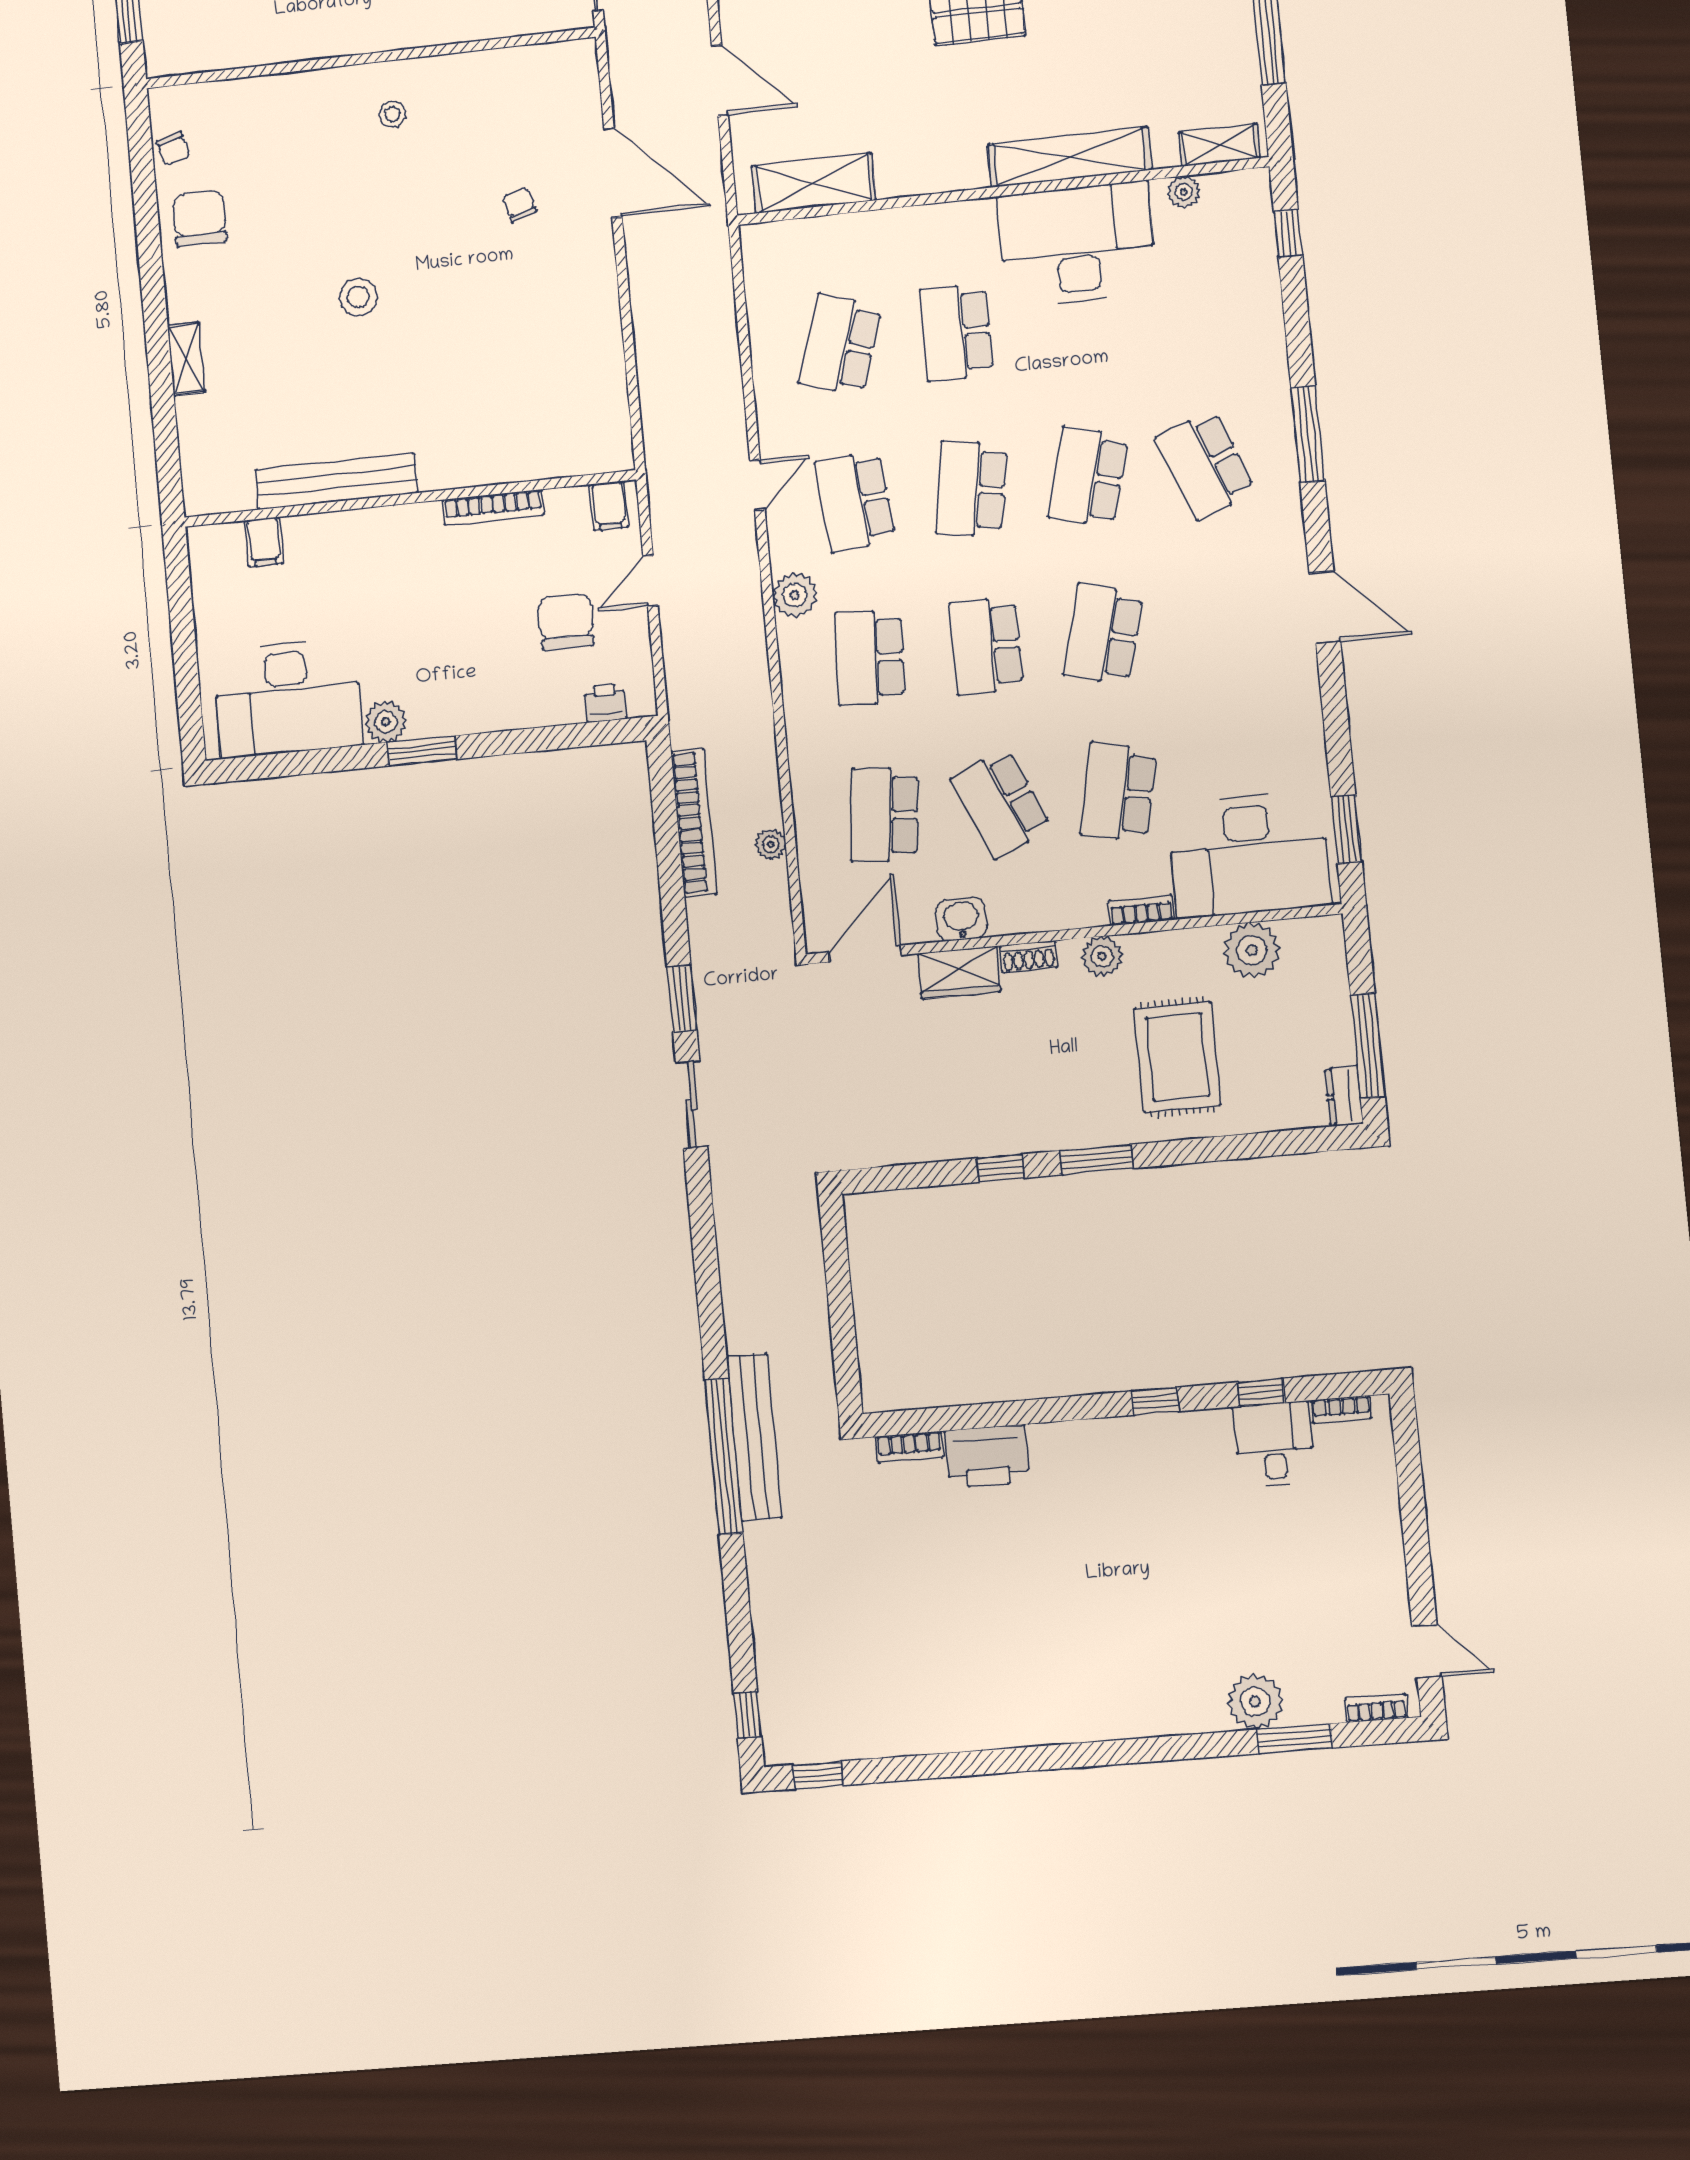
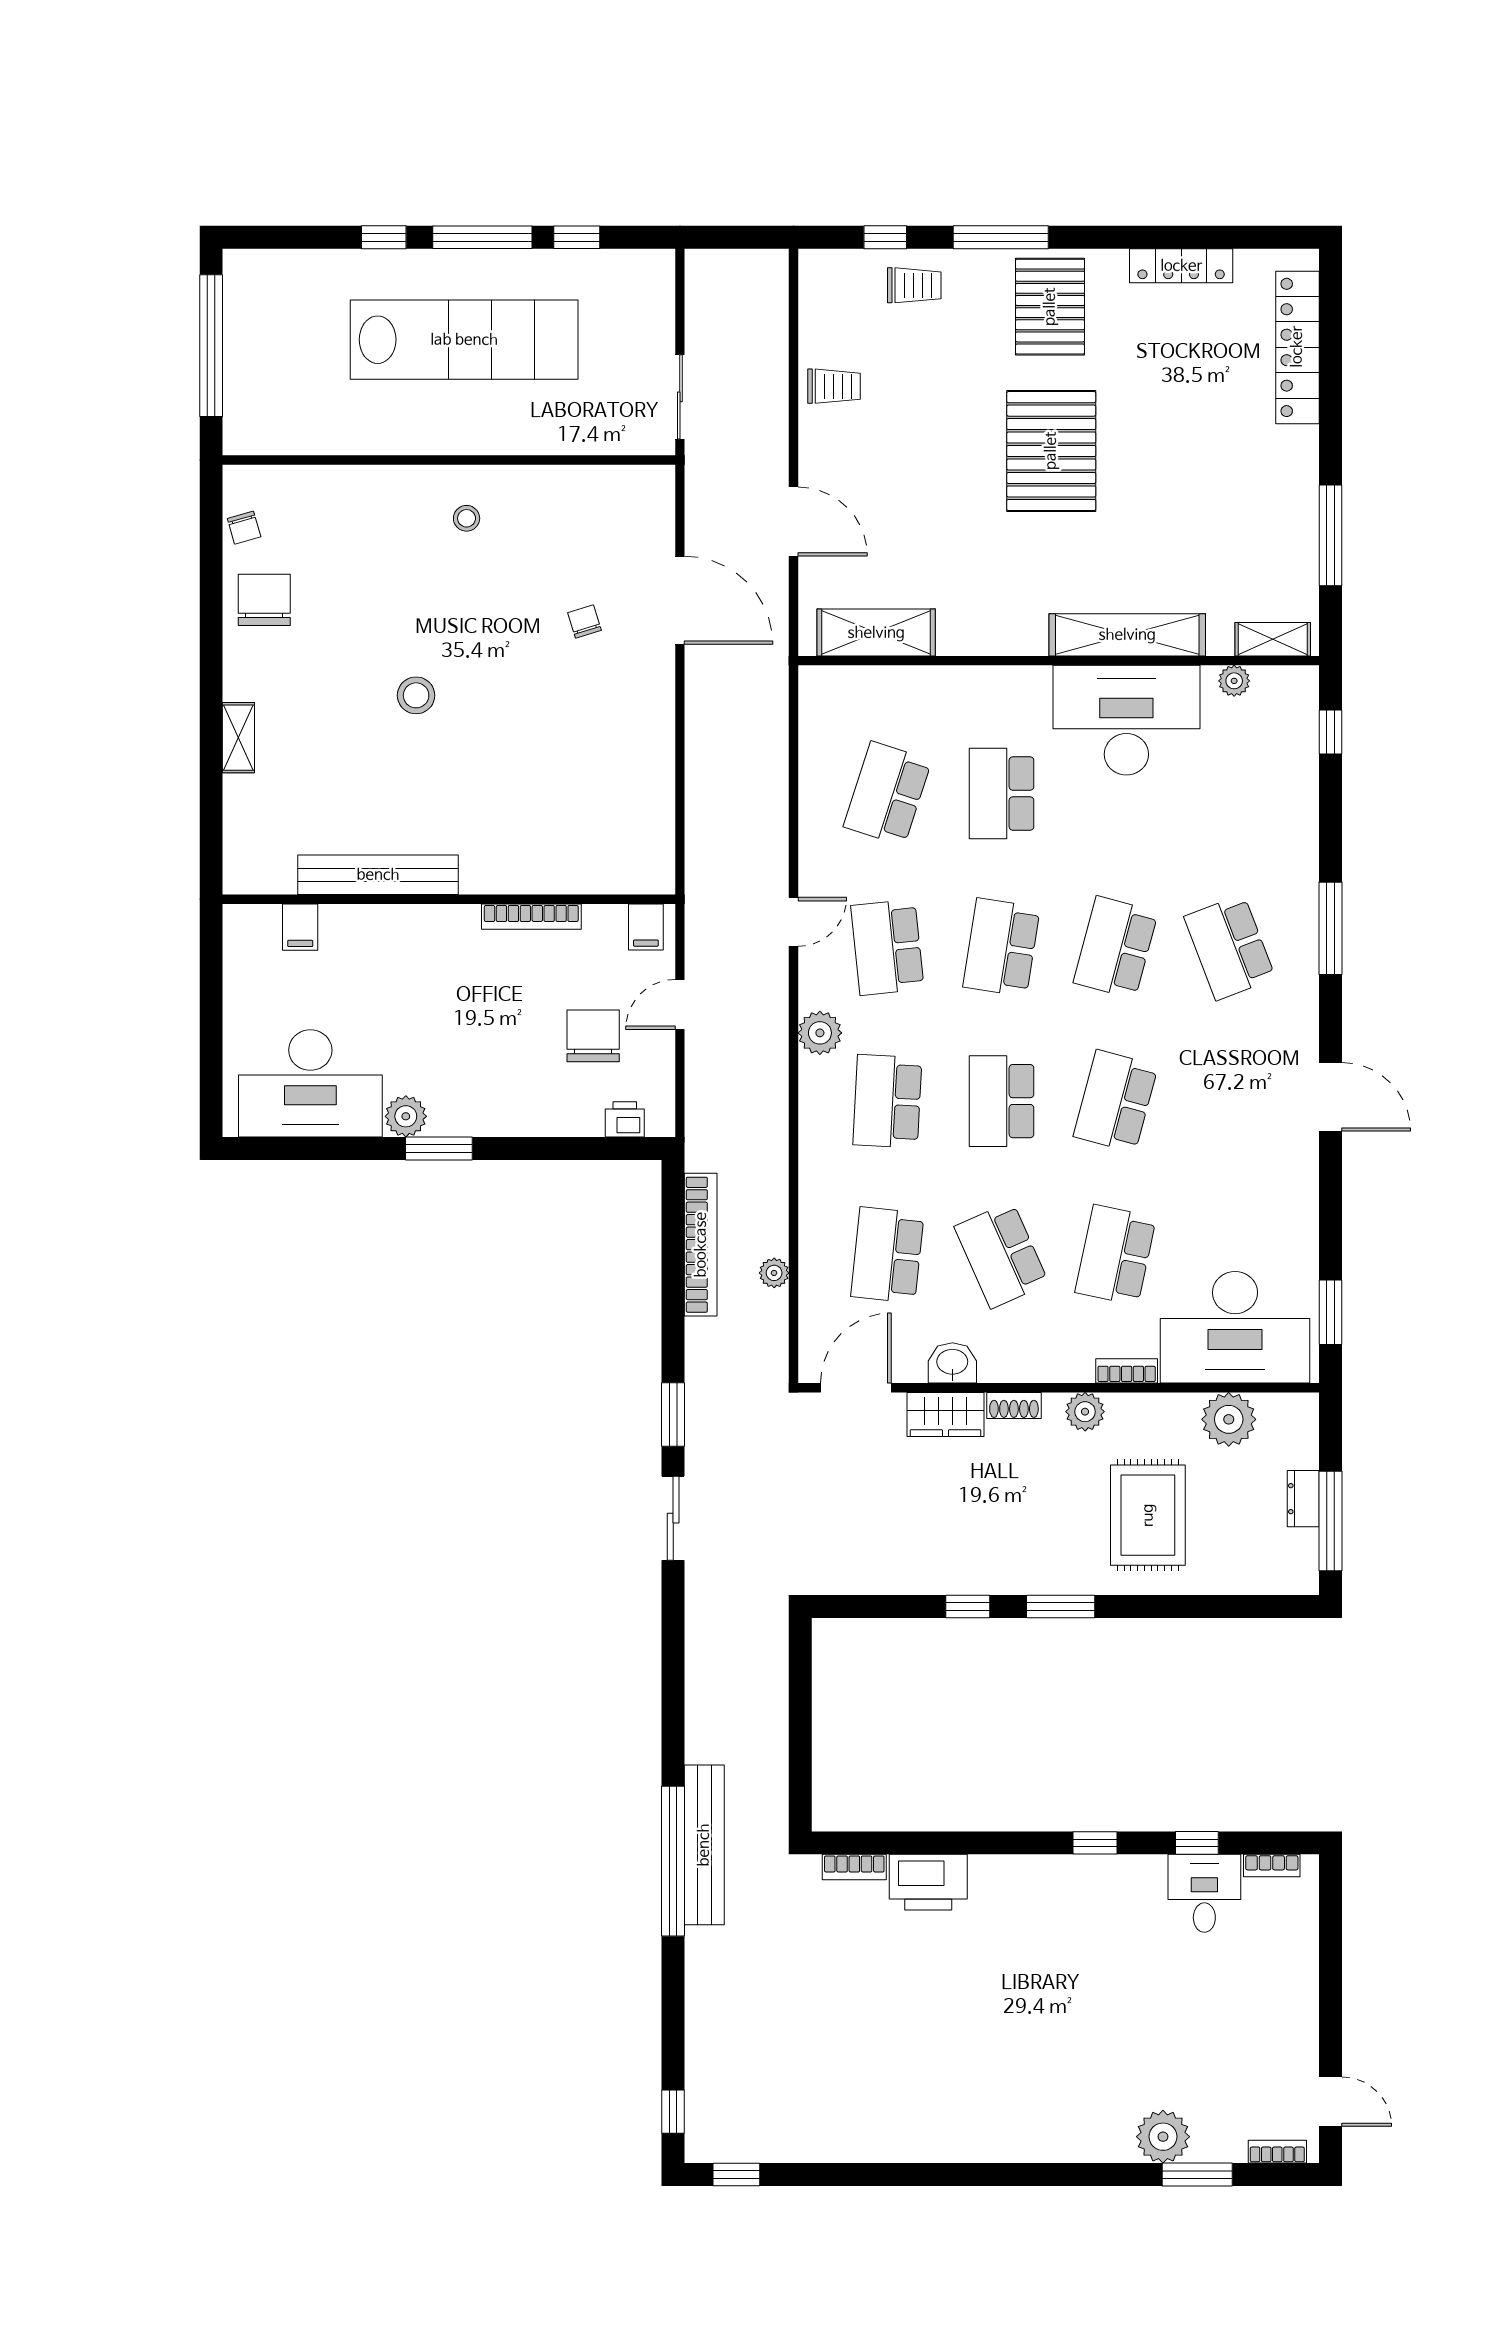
dresser: (1344, 1096) -> (1303, 1499), moved

